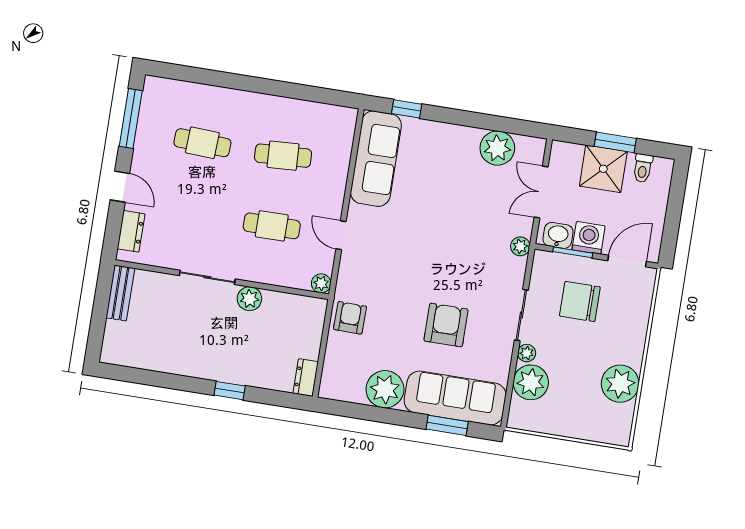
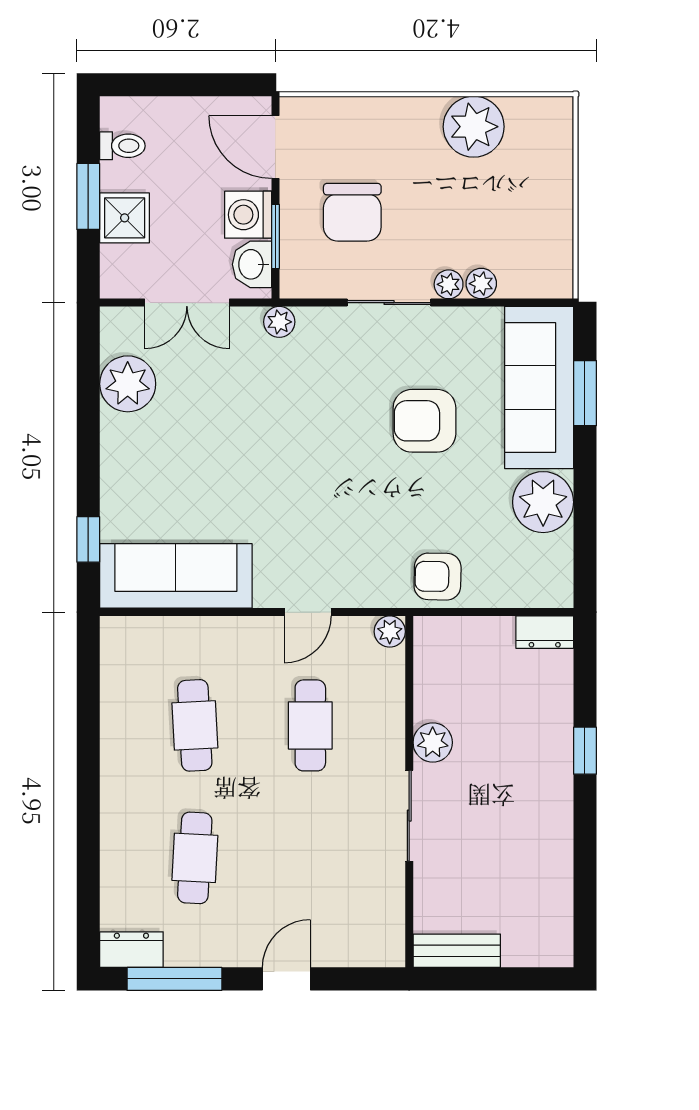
shower: (603, 169) -> (125, 218), width x0.73, depth x0.73
dresser: (131, 231) -> (131, 950), moved
plant: (531, 382) -> (481, 284), width x0.53, depth x0.53

